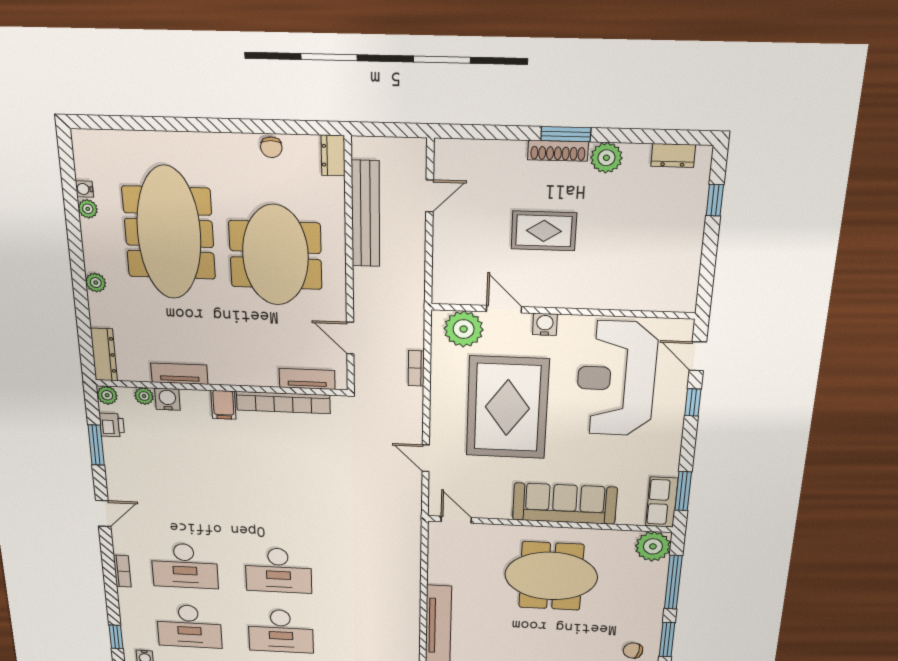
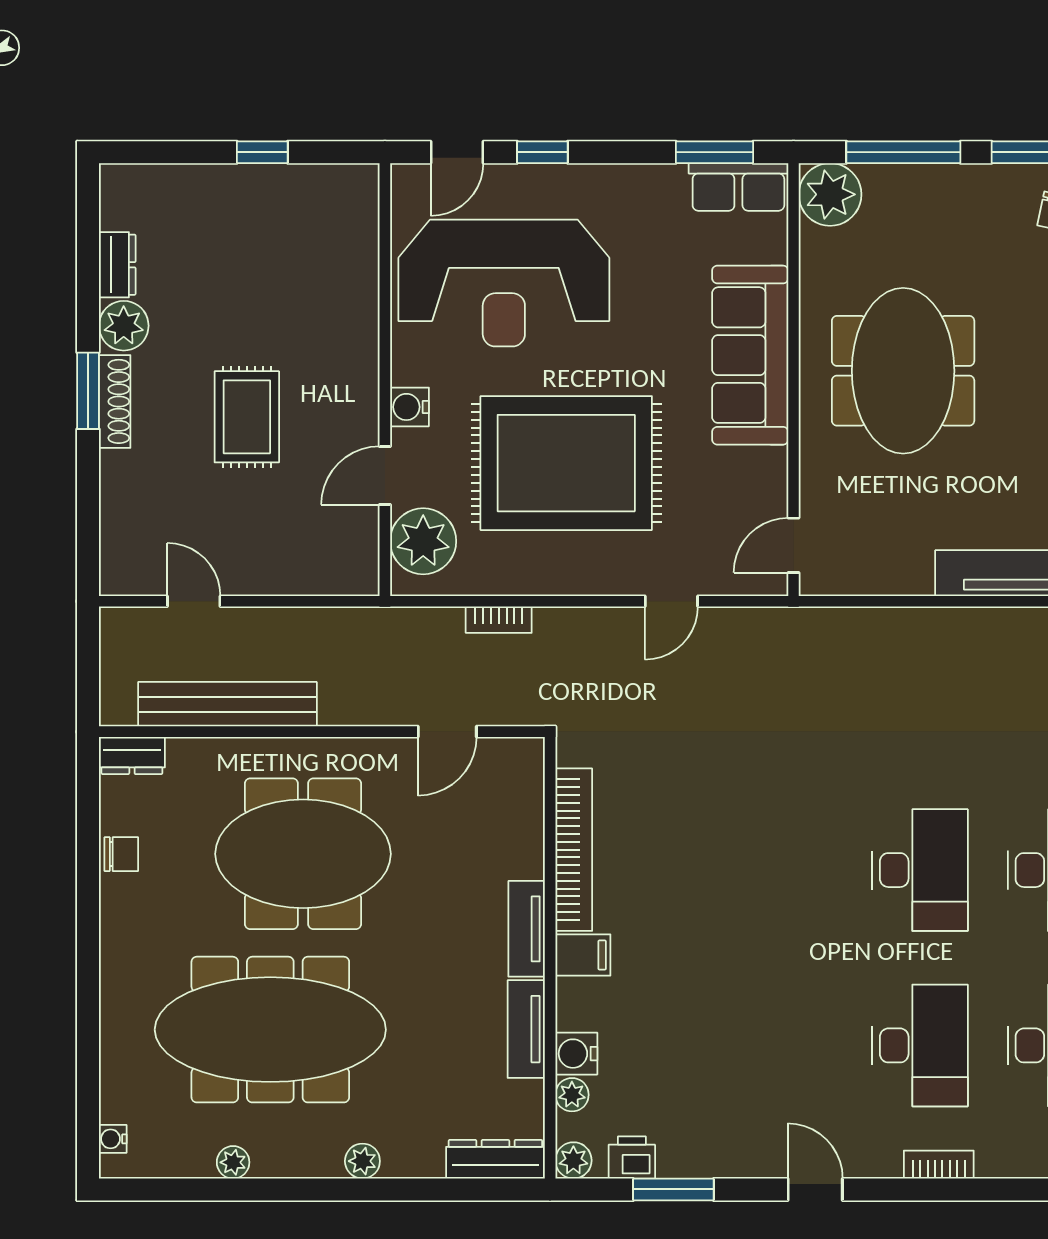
dresser: (673, 155) -> (117, 265), moved
water cooler: (84, 189) -> (113, 1139), moved, turned 90
window: (715, 200) -> (262, 152), moved
tv unit: (307, 379) -> (527, 929), moved

